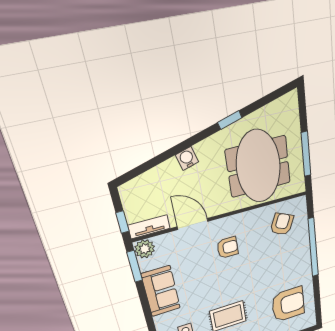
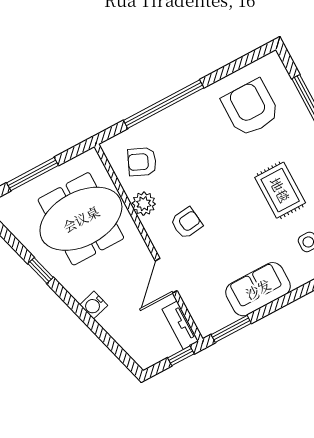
window: (306, 154) -> (33, 174), moved
armchair: (228, 248) -> (187, 223), turned 83
plant: (145, 249) -> (144, 204), moved

